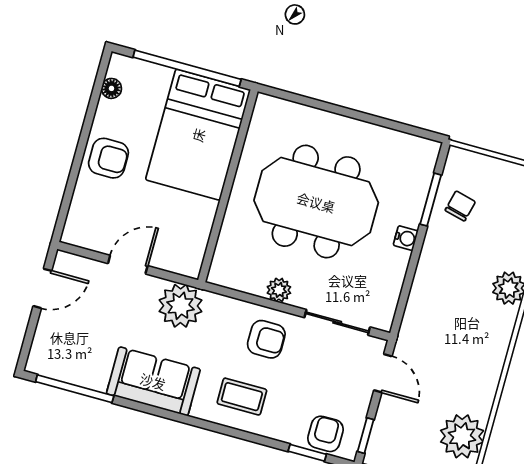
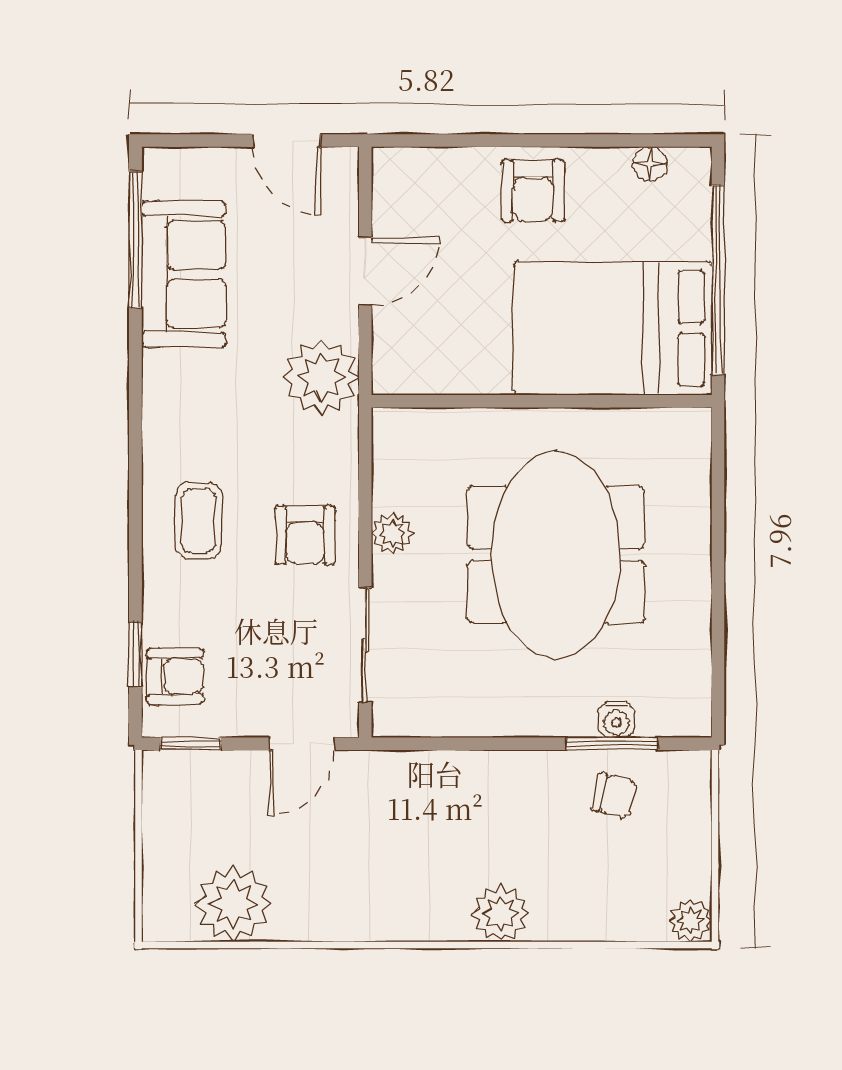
water cooler: (406, 238) -> (616, 720), moved
door: (128, 265) -> (365, 271), hinge flipped
sofa: (153, 381) -> (184, 274), moved

